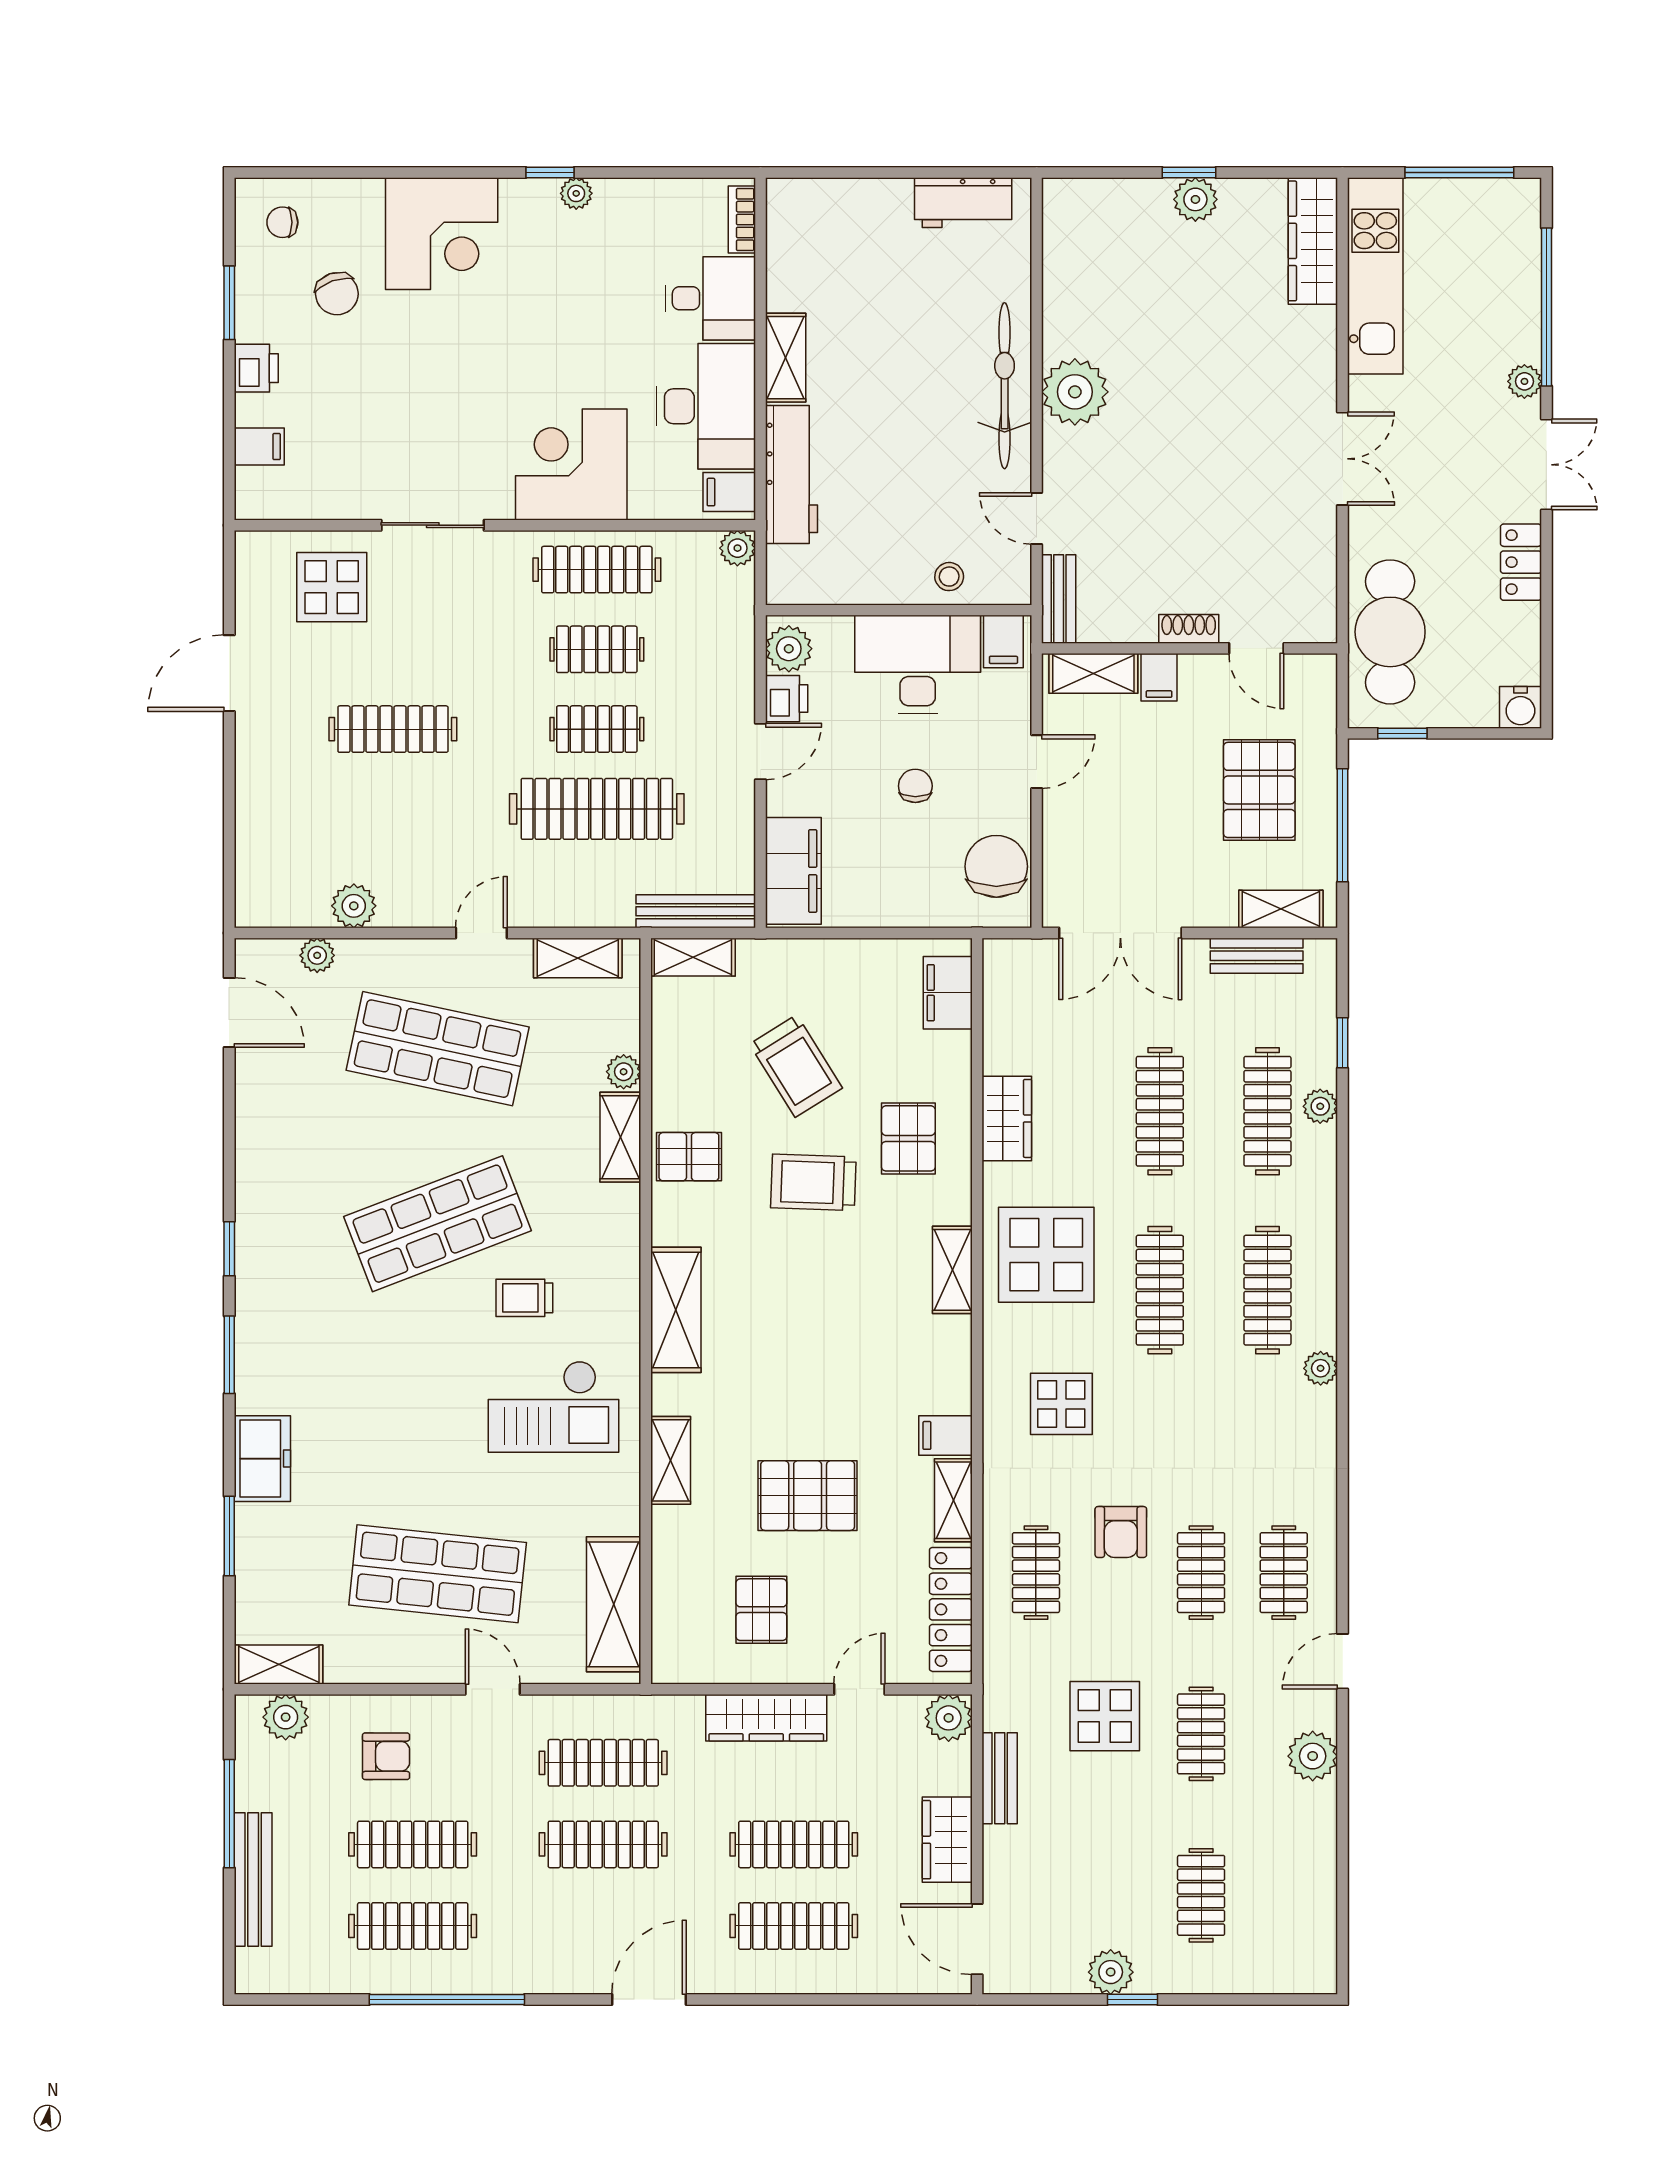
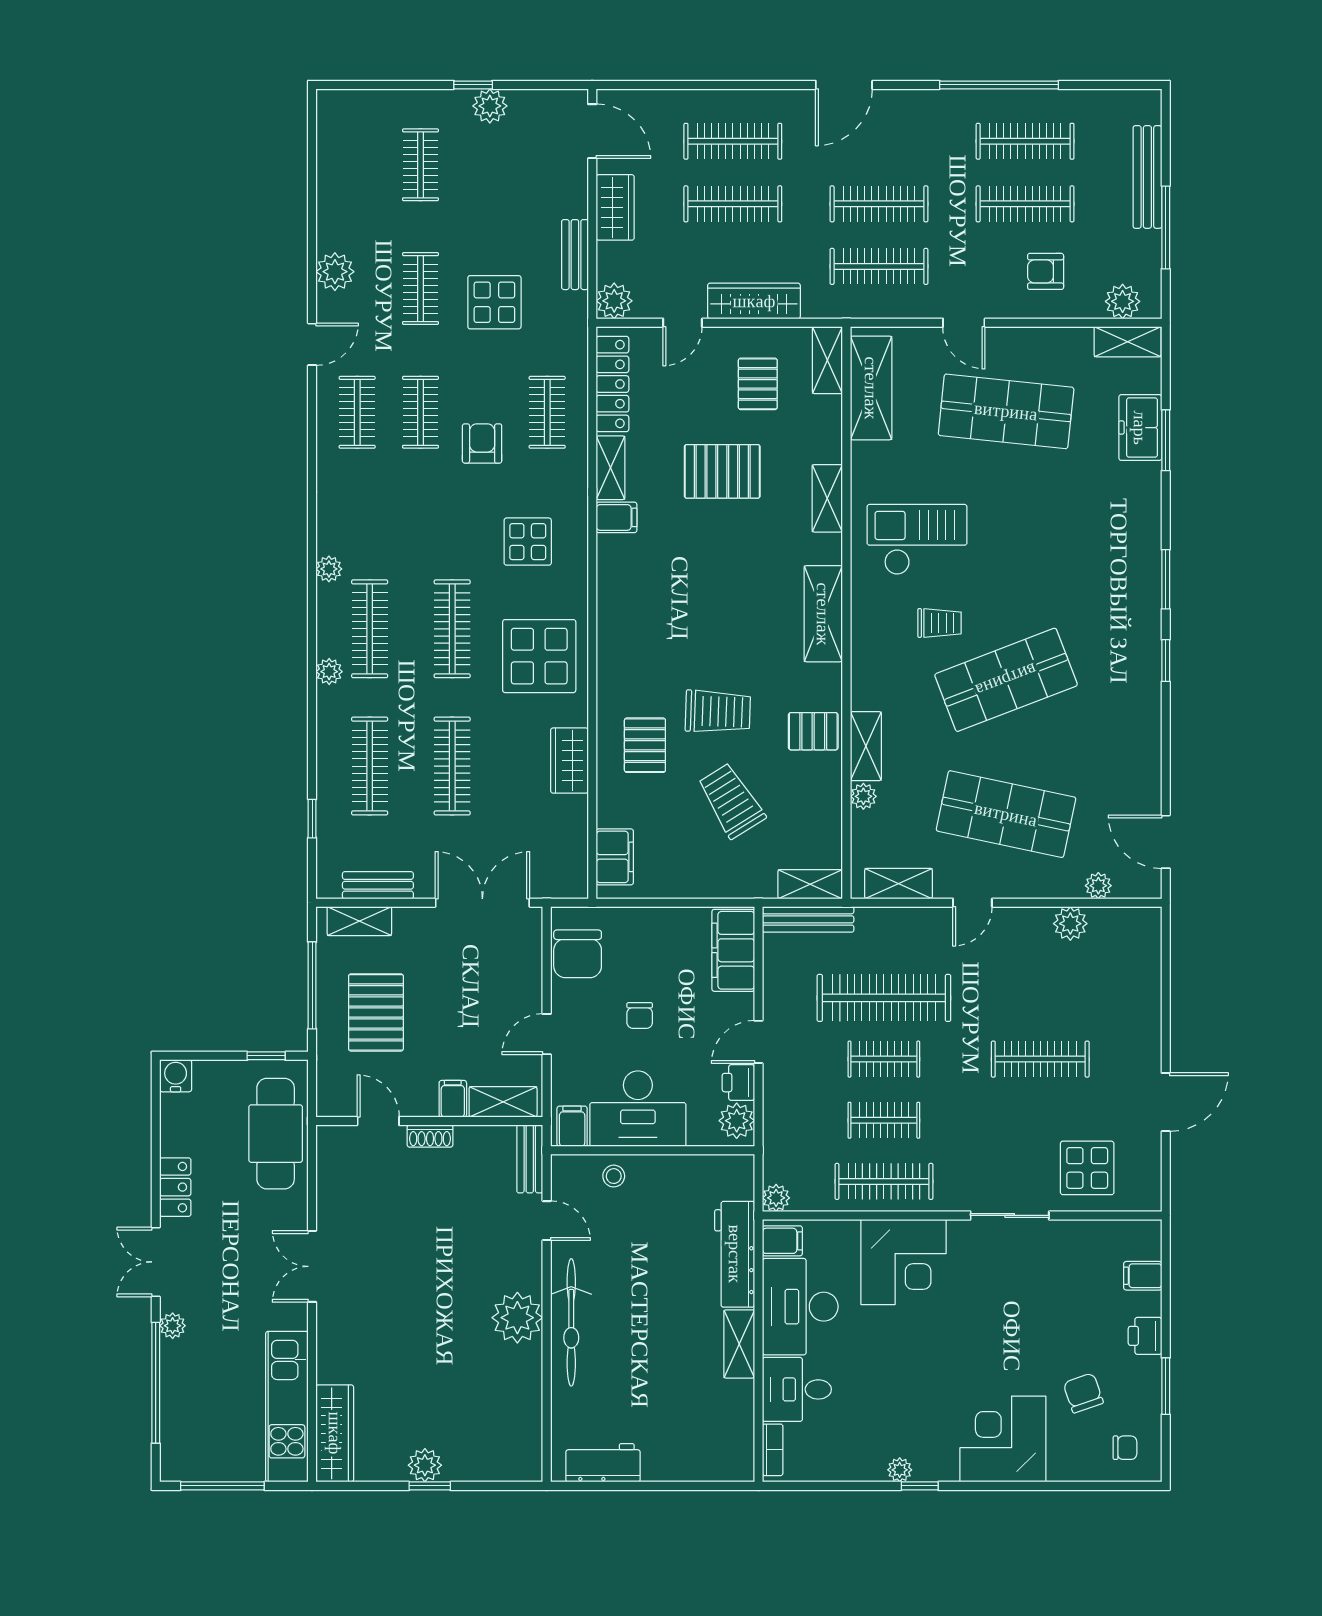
plant: (1320, 1106) -> (329, 672), moved
shelving: (952, 1270) -> (827, 360), moved
freezer: (262, 1459) -> (1140, 428), moved

